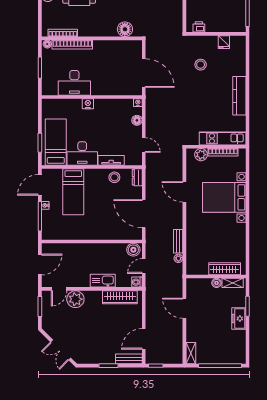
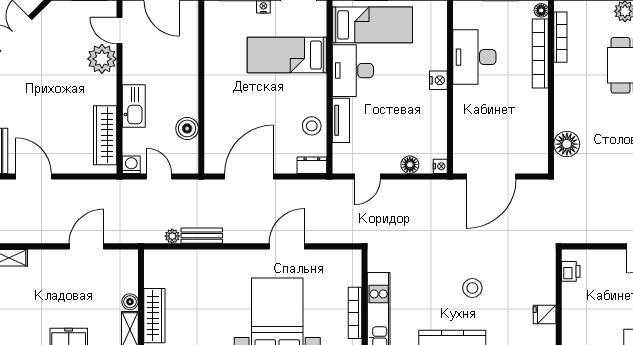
stool: (201, 65) -> (472, 288), moved
plant: (201, 155) -> (351, 275), removed
boiler: (133, 250) -> (187, 128), moved

